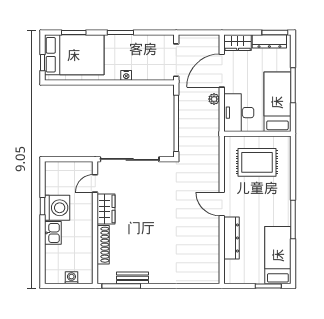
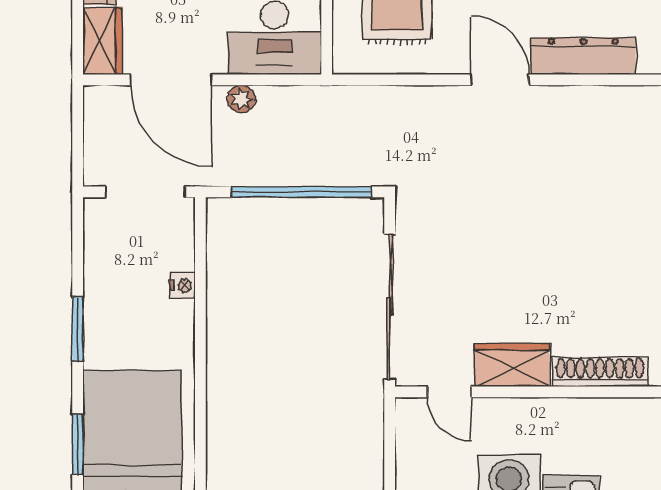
nightstand: (126, 75) -> (183, 285), moved
door: (222, 204) -> (500, 80), swing flipped

